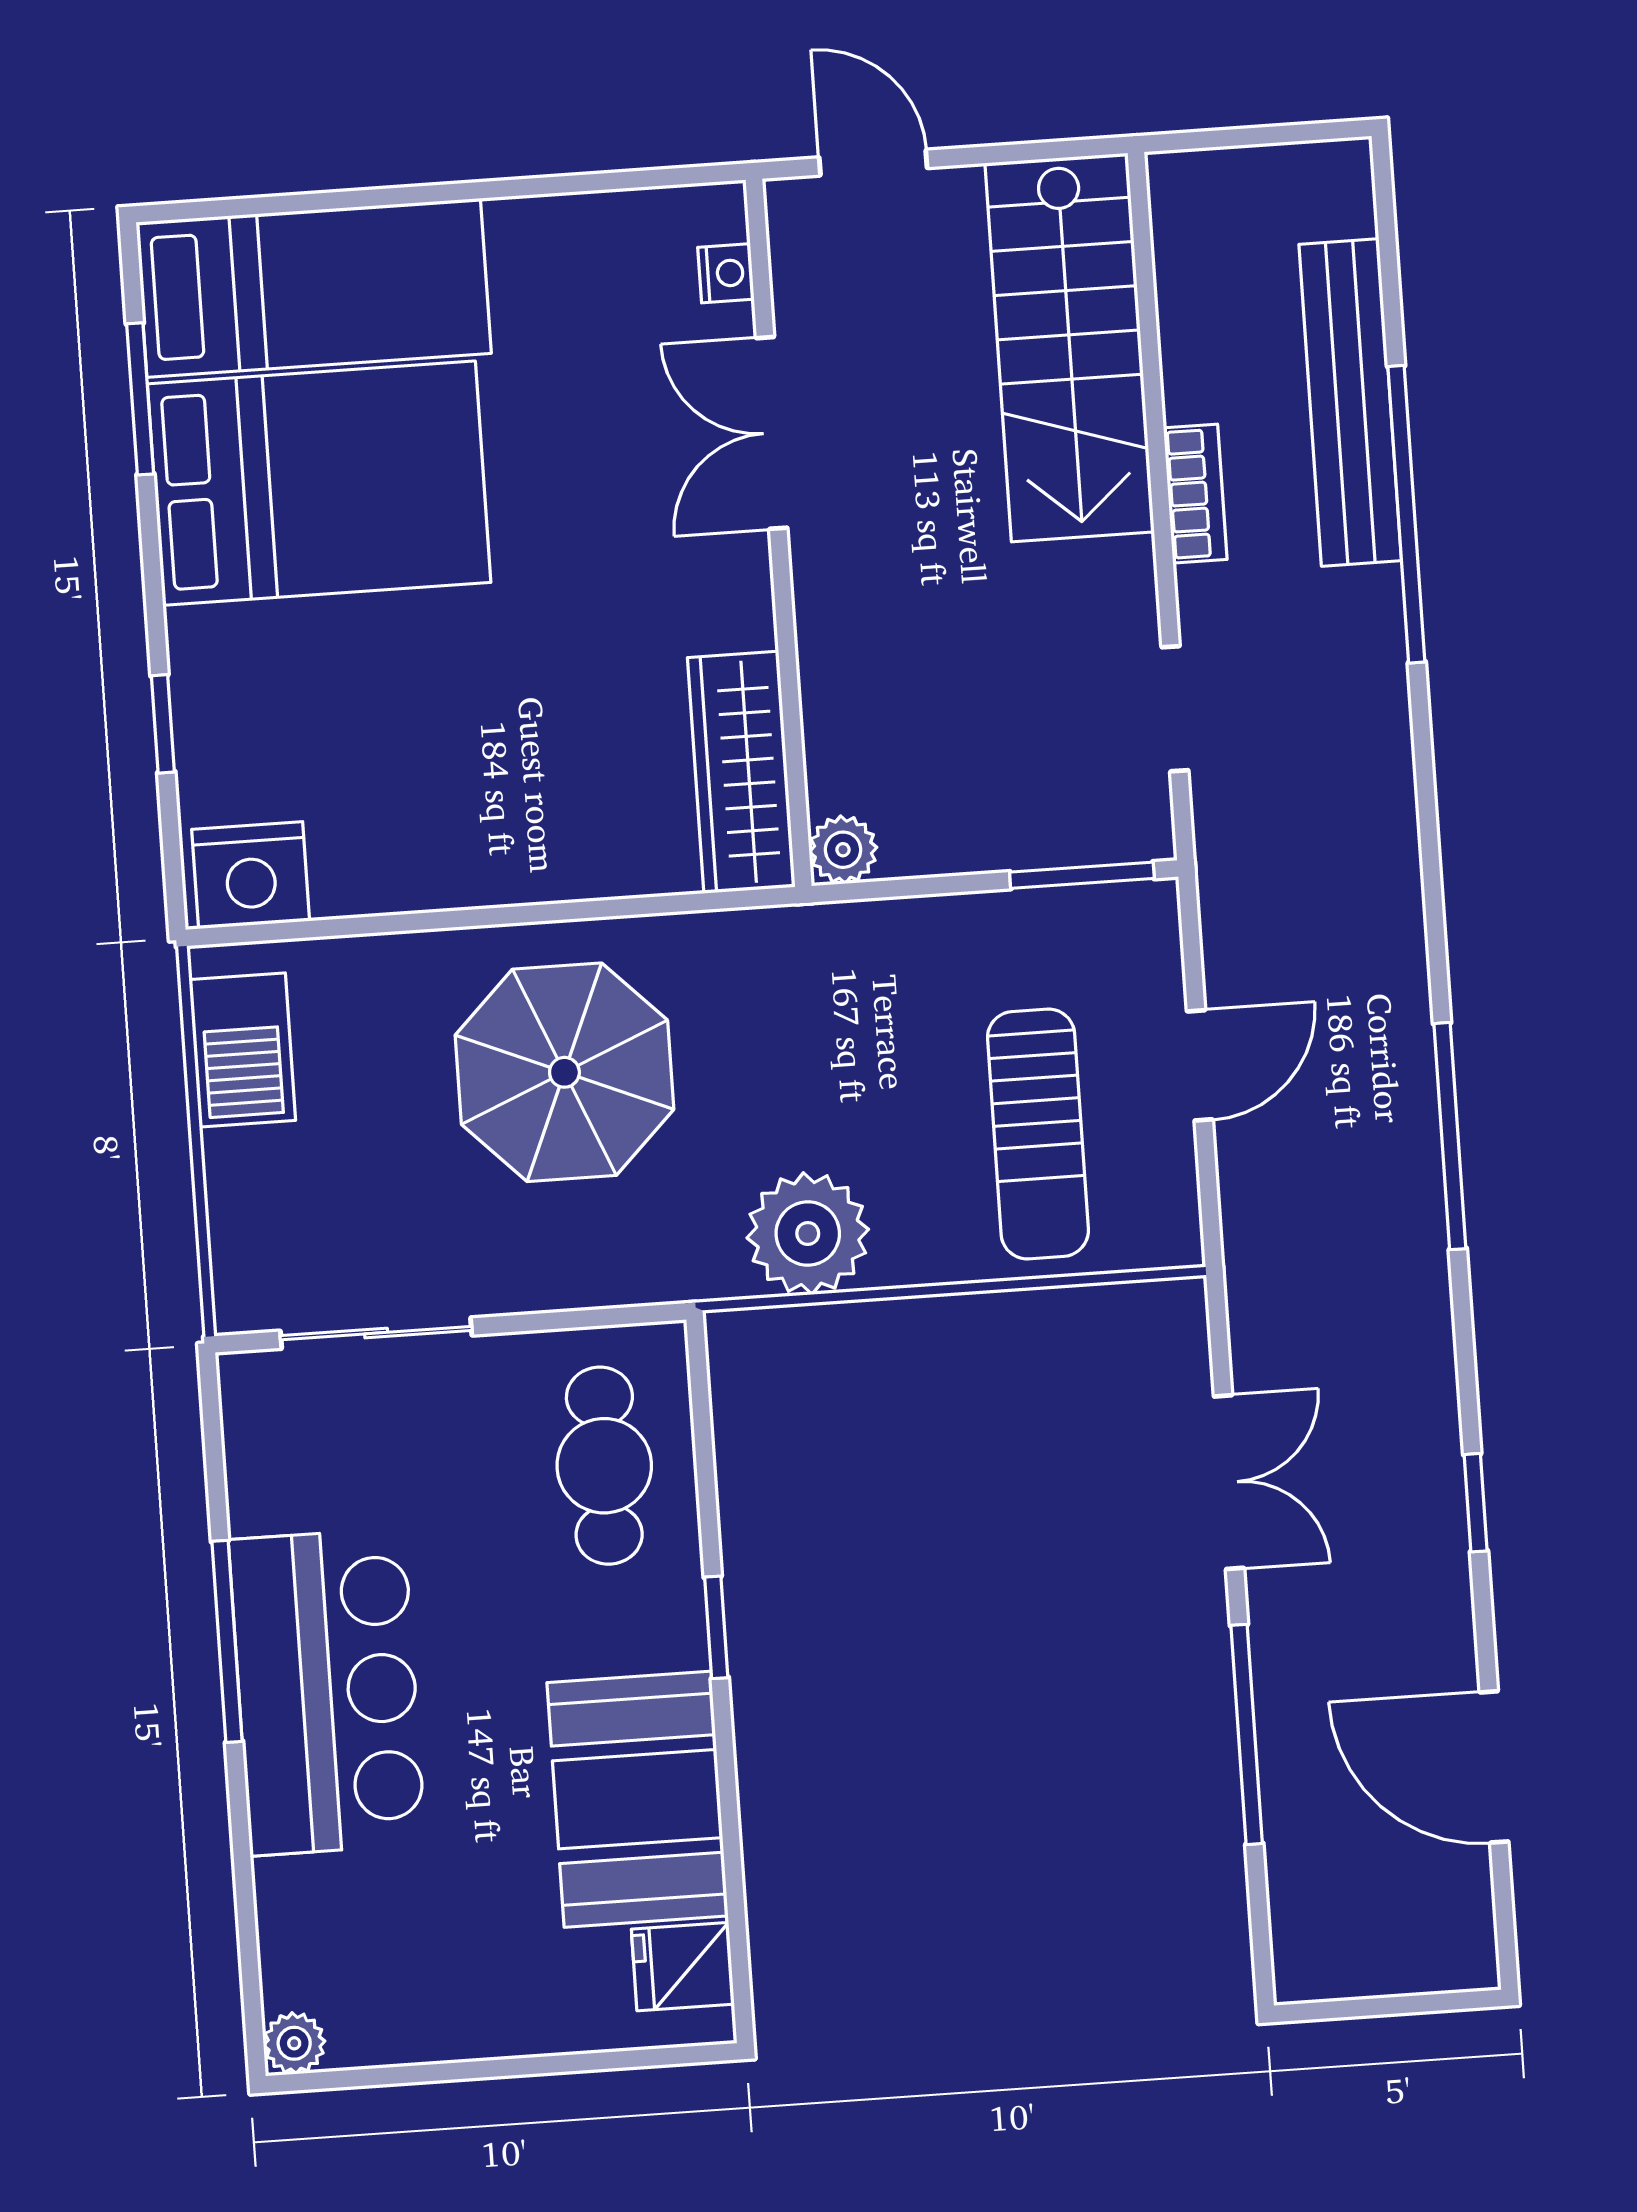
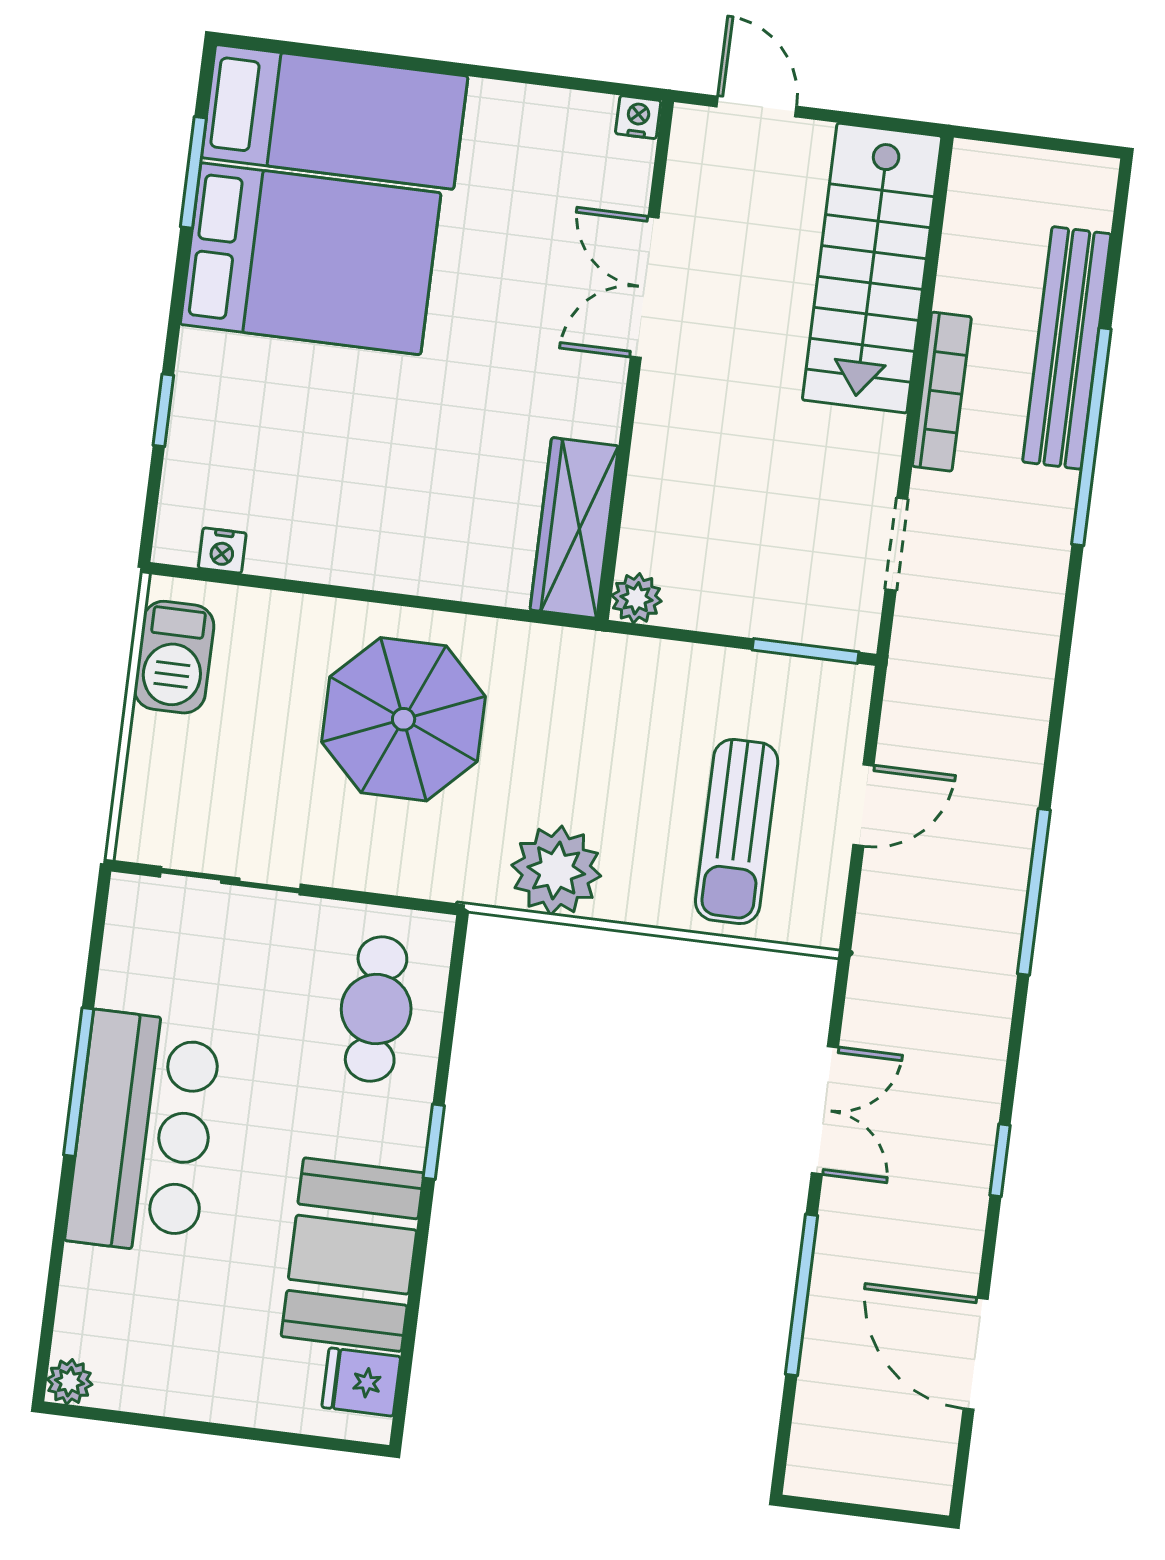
nightstand: (726, 273) -> (638, 117), moved, turned -90
bookcase: (1195, 494) -> (942, 392), width x1.56
nightstand: (251, 875) -> (222, 551), width x0.53, depth x0.56

